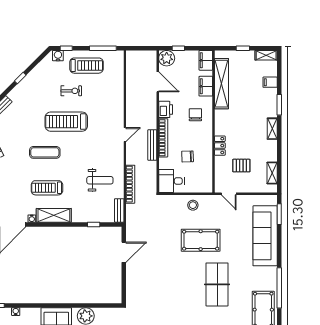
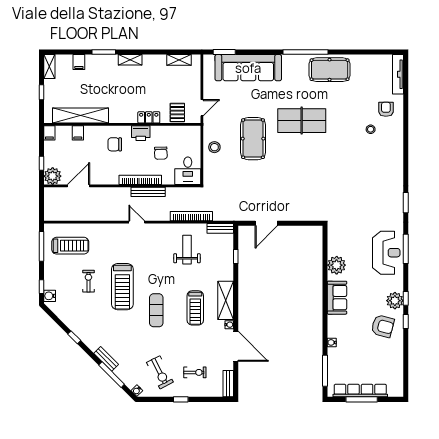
filing cabinet: (206, 60) -> (49, 133), width x0.50
treadmill: (86, 66) -> (70, 246), moved, turned 90
filing cabinet: (206, 86) -> (78, 133), width x0.50
printer: (166, 109) -> (141, 133), moved, turned 180
pallet: (241, 166) -> (177, 113), moved
door: (124, 252) -> (266, 223), swing flipped

